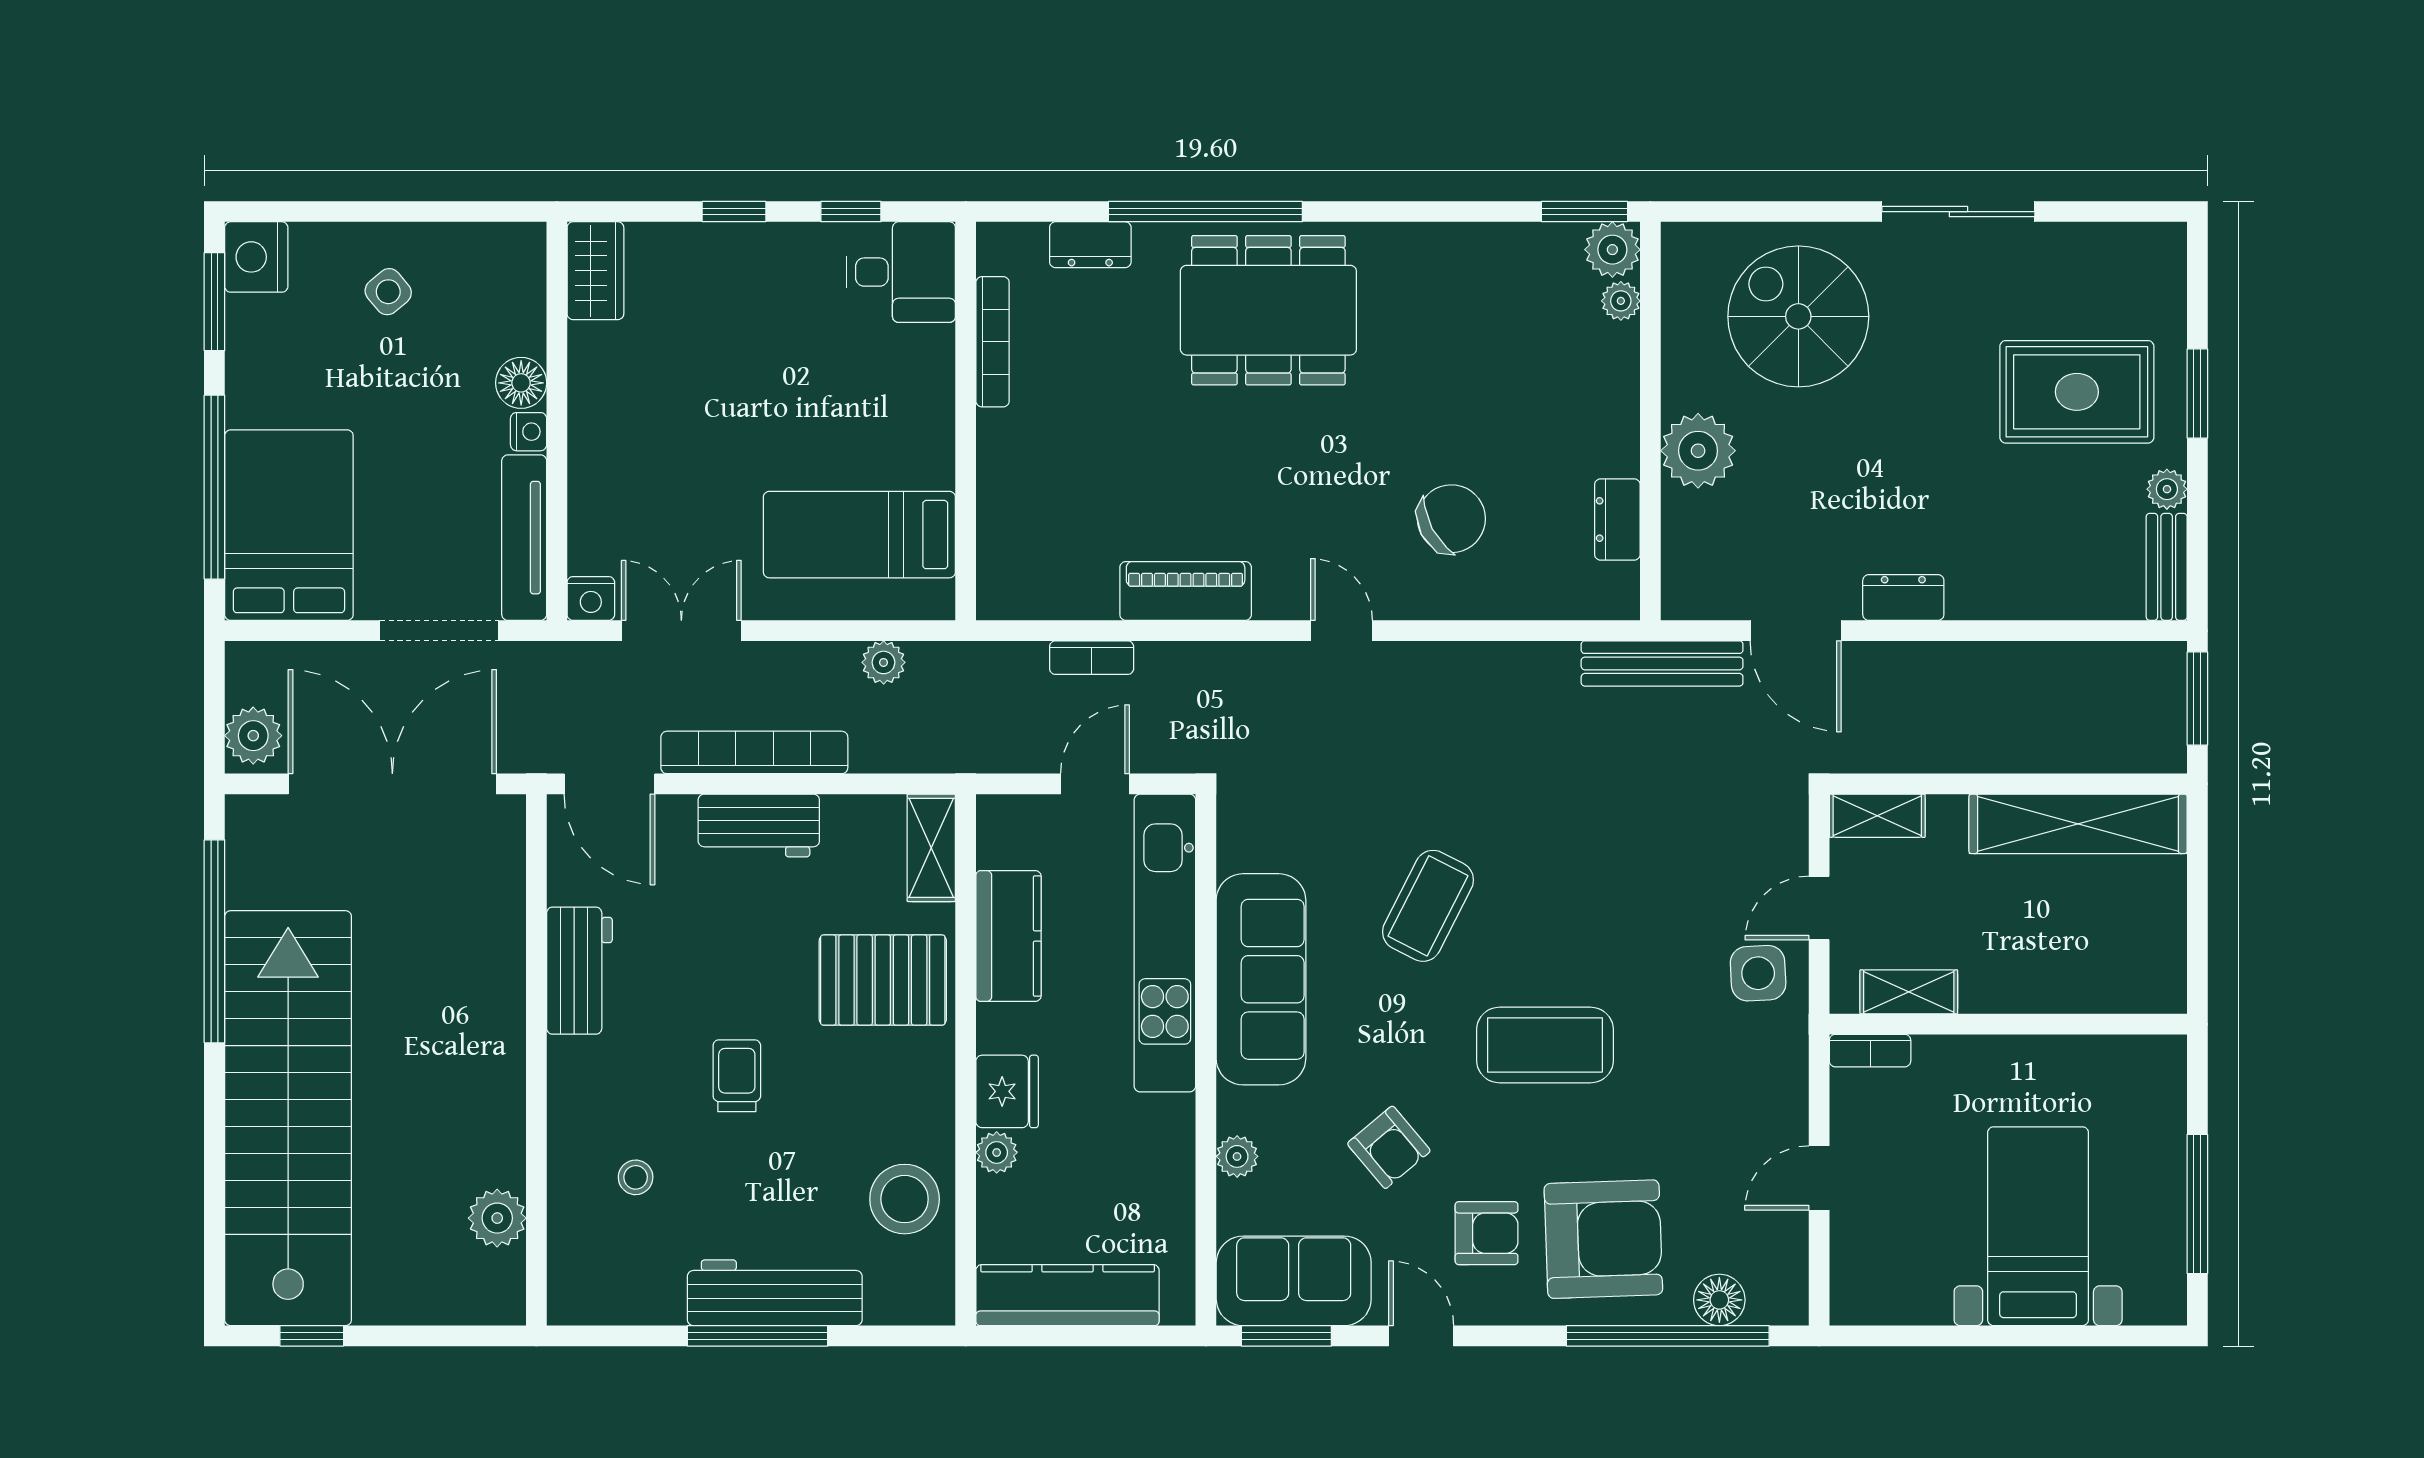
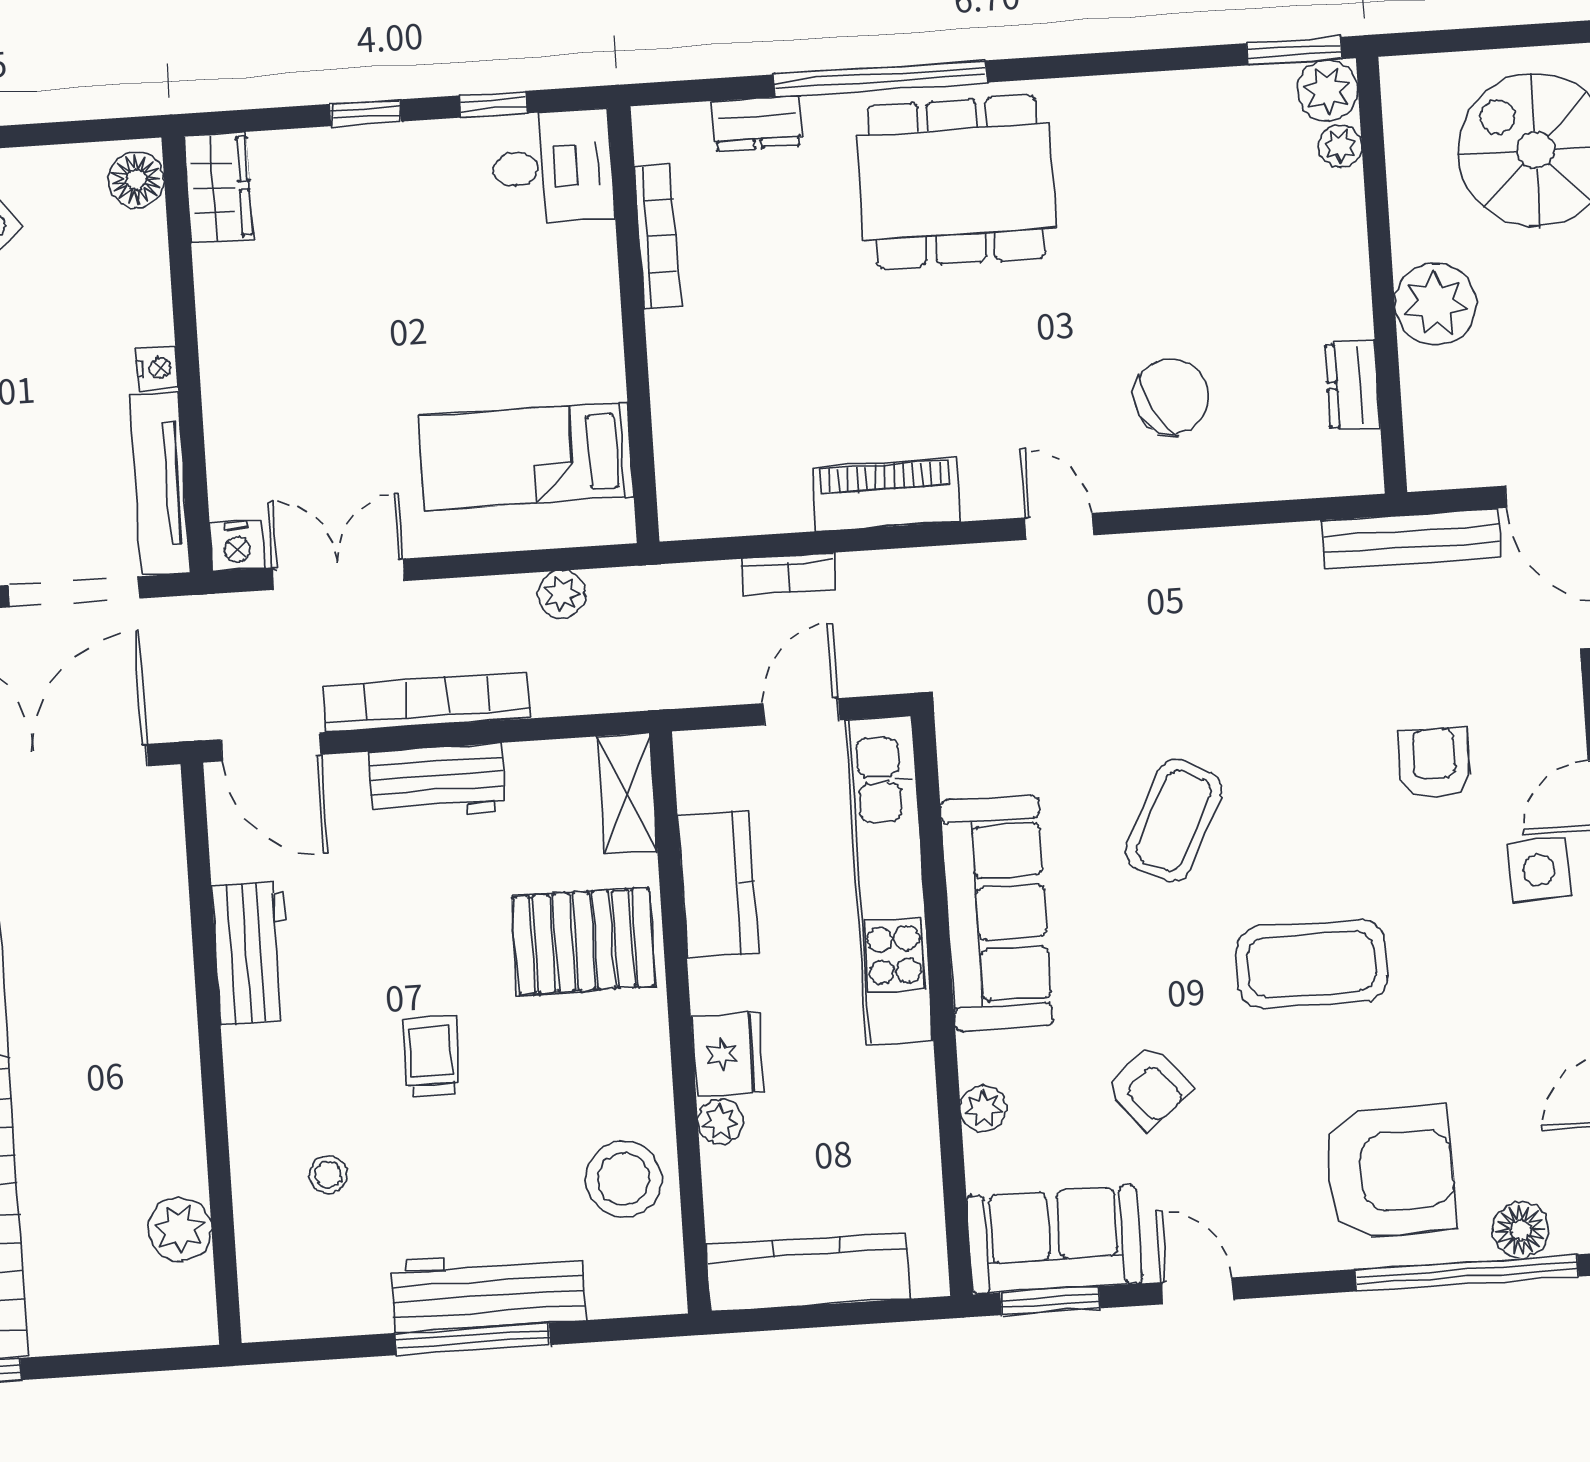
floor lamp: (521, 383) -> (136, 180), moved
armchair: (1487, 1233) -> (1434, 763), moved, turned -90

